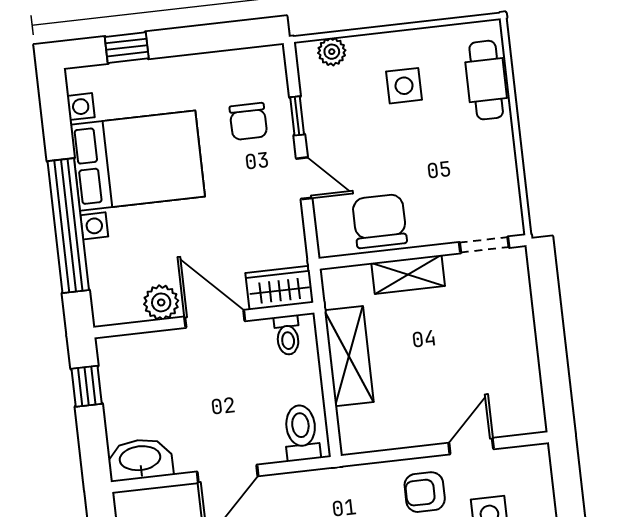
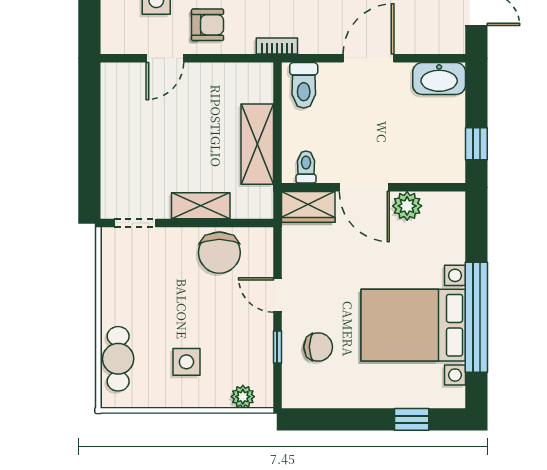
chair: (248, 121) -> (318, 347), turned 90
window: (68, 226) -> (476, 317), moved
bookcase: (339, 476) -> (277, 46), added

